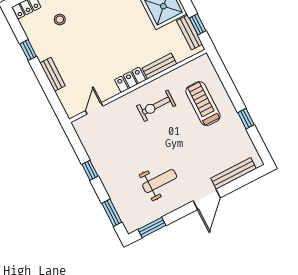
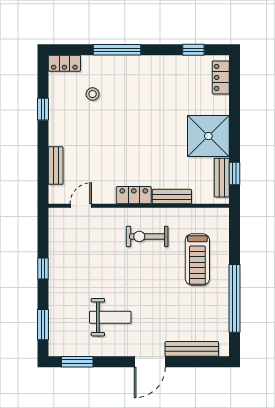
bench: (53, 74) -> (56, 166), moved
treadmill: (203, 104) -> (197, 259), turned 180
window: (246, 119) -> (234, 298), width x3.17

